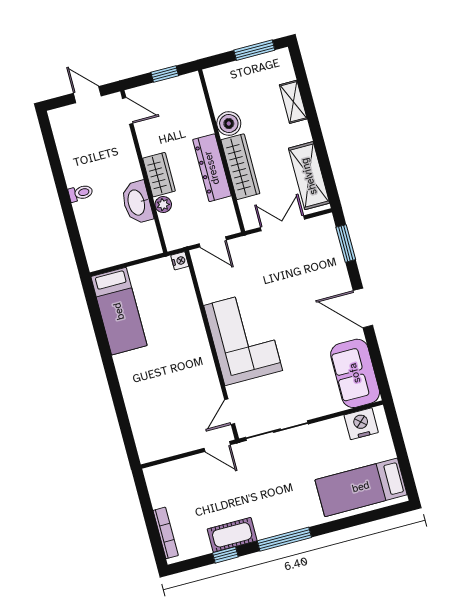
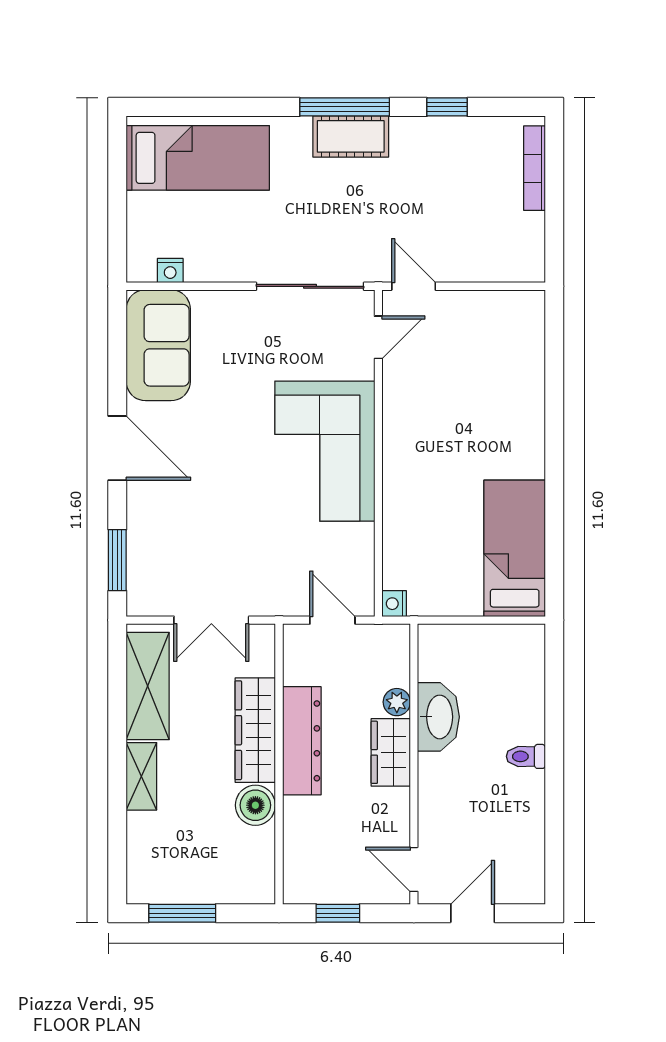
door: (87, 95) -> (473, 913), swing flipped
shelving: (293, 102) -> (141, 776), moved
nightstand: (361, 424) -> (170, 271), width x0.53, depth x0.56
cot: (232, 535) -> (351, 136), moved

